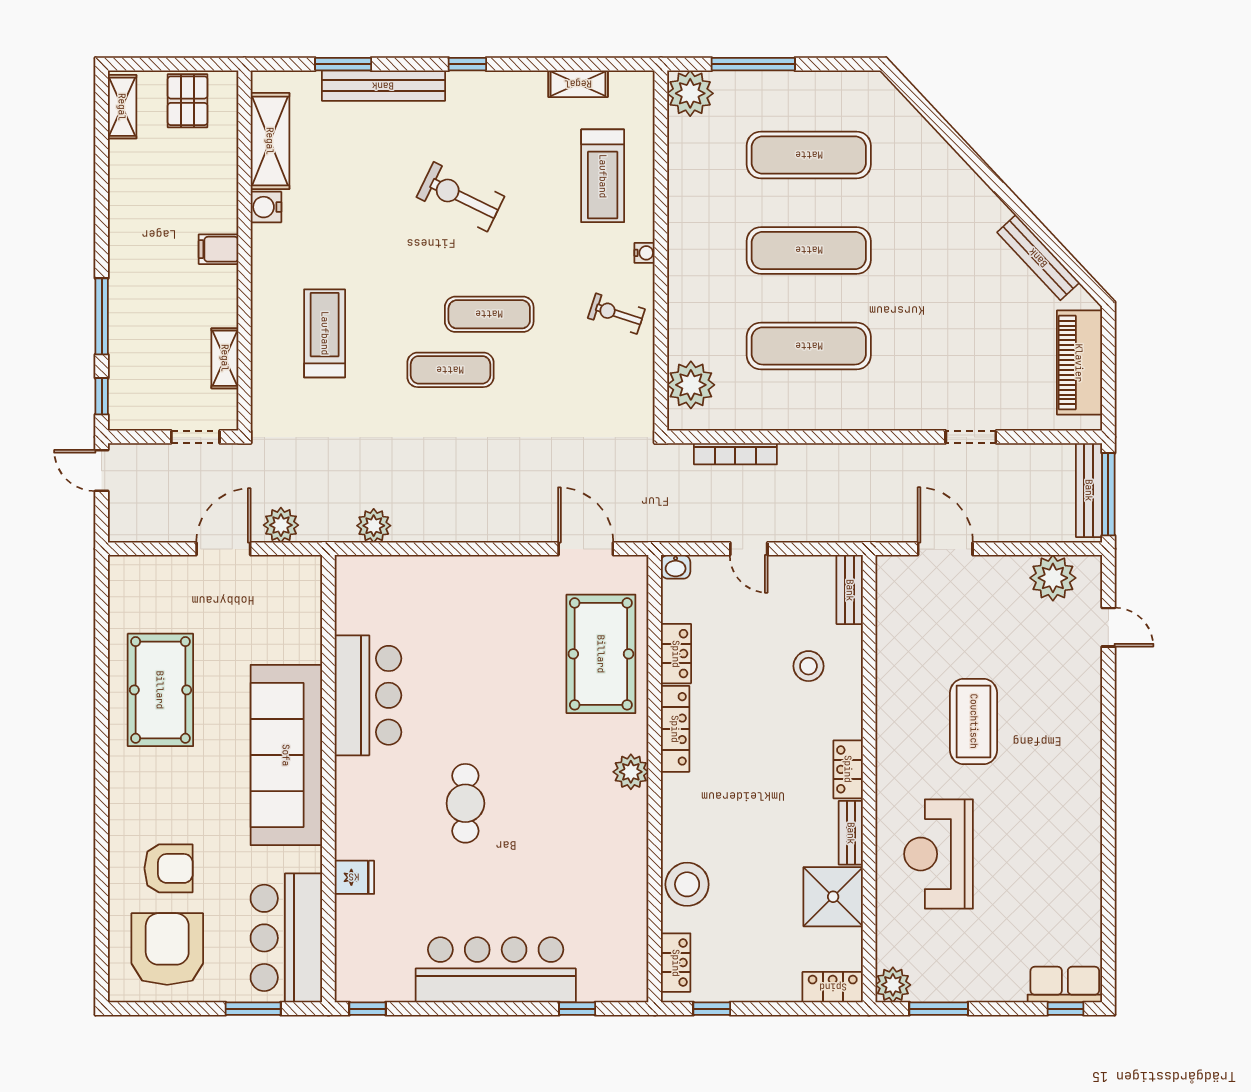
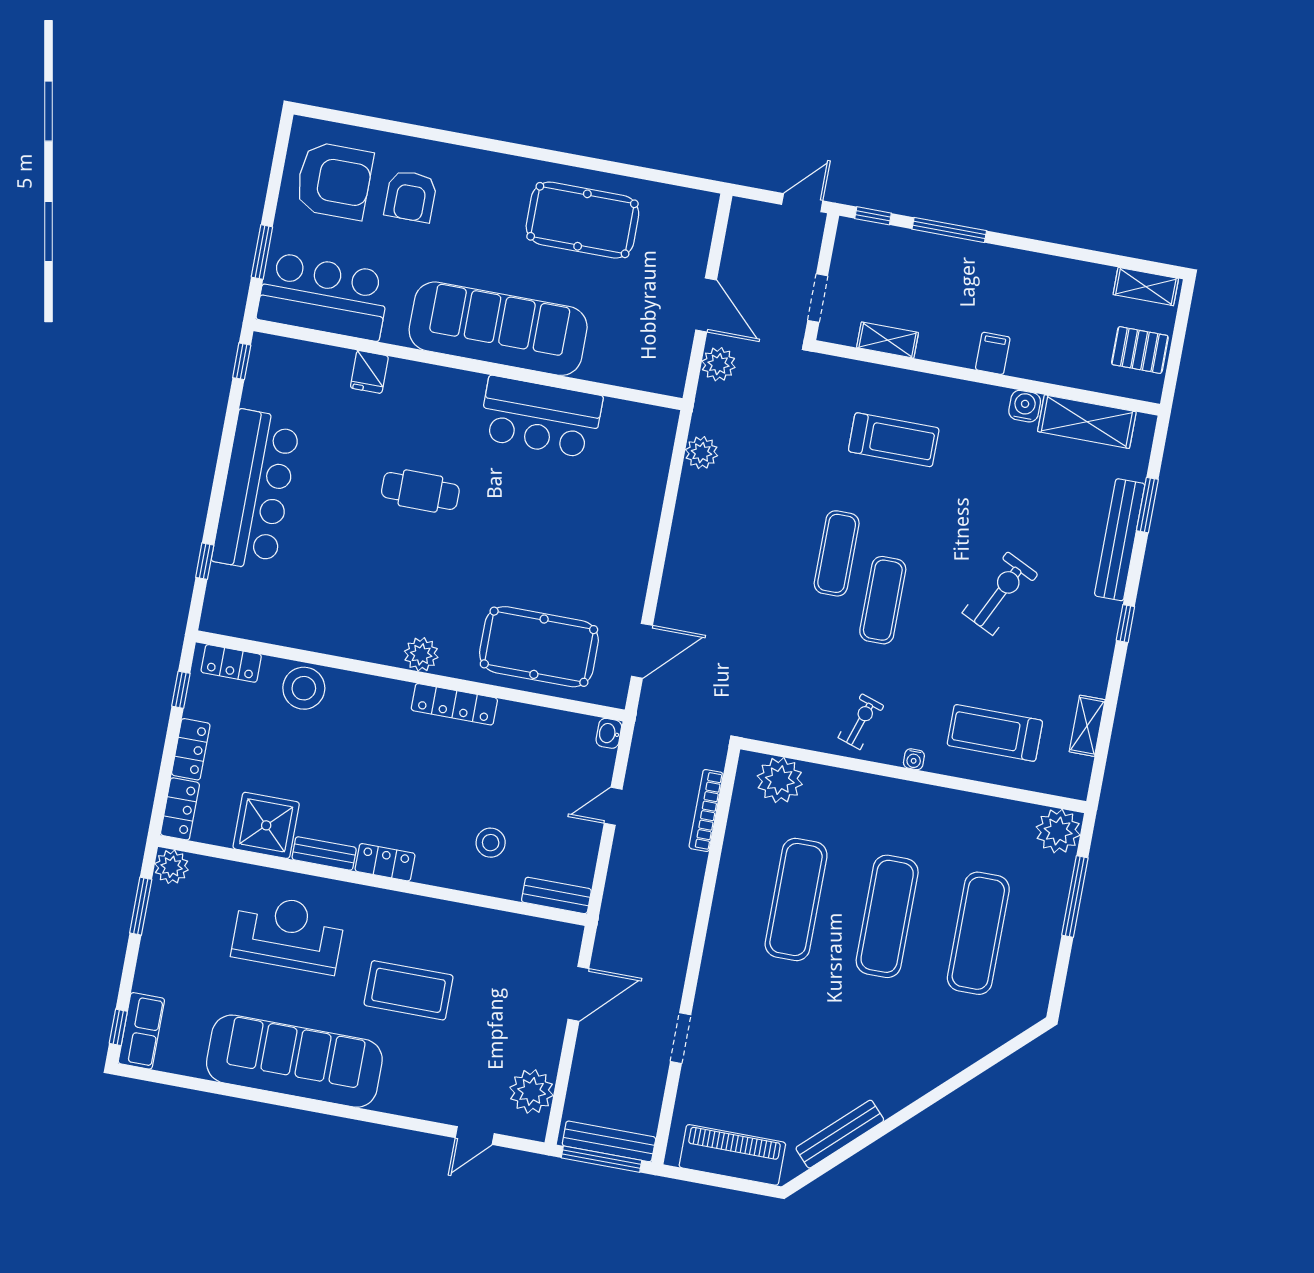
locker: (676, 654) -> (191, 749), moved, turned -90
sofa: (1067, 824) -> (294, 1061), added

